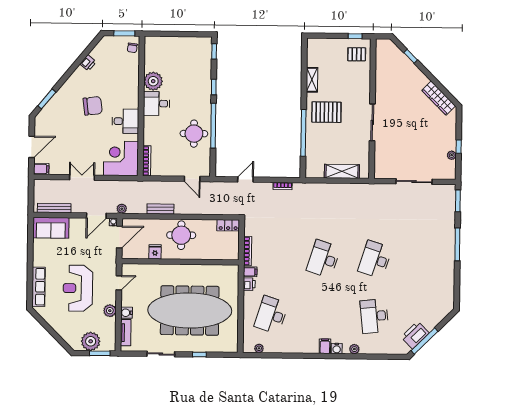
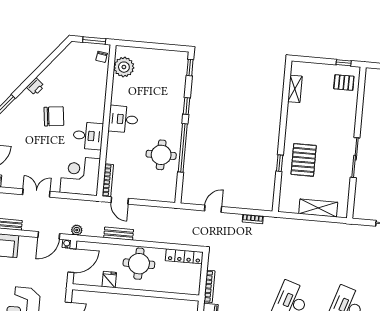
printer: (88, 63) -> (35, 87), moved
shelving: (312, 80) -> (295, 89), moved
plant: (153, 81) -> (124, 67), moved
pallet: (326, 112) -> (304, 160), moved, turned 90
window: (303, 133) -> (280, 163), width x0.32
door: (192, 179) -> (120, 200), moved
locker: (228, 225) -> (184, 256), width x1.53

